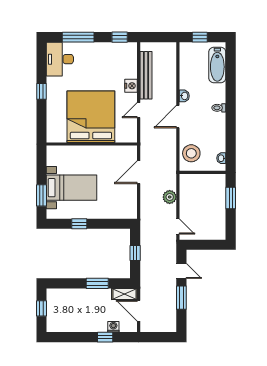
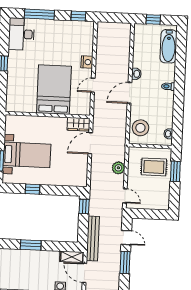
bench: (146, 75) -> (93, 238), moved
bed: (91, 117) -> (54, 90), width x0.73
wardrobe: (125, 152) -> (79, 124), added
rug: (208, 194) -> (154, 167), added
window: (135, 253) -> (84, 206), moved
window: (97, 283) -> (31, 245), moved

